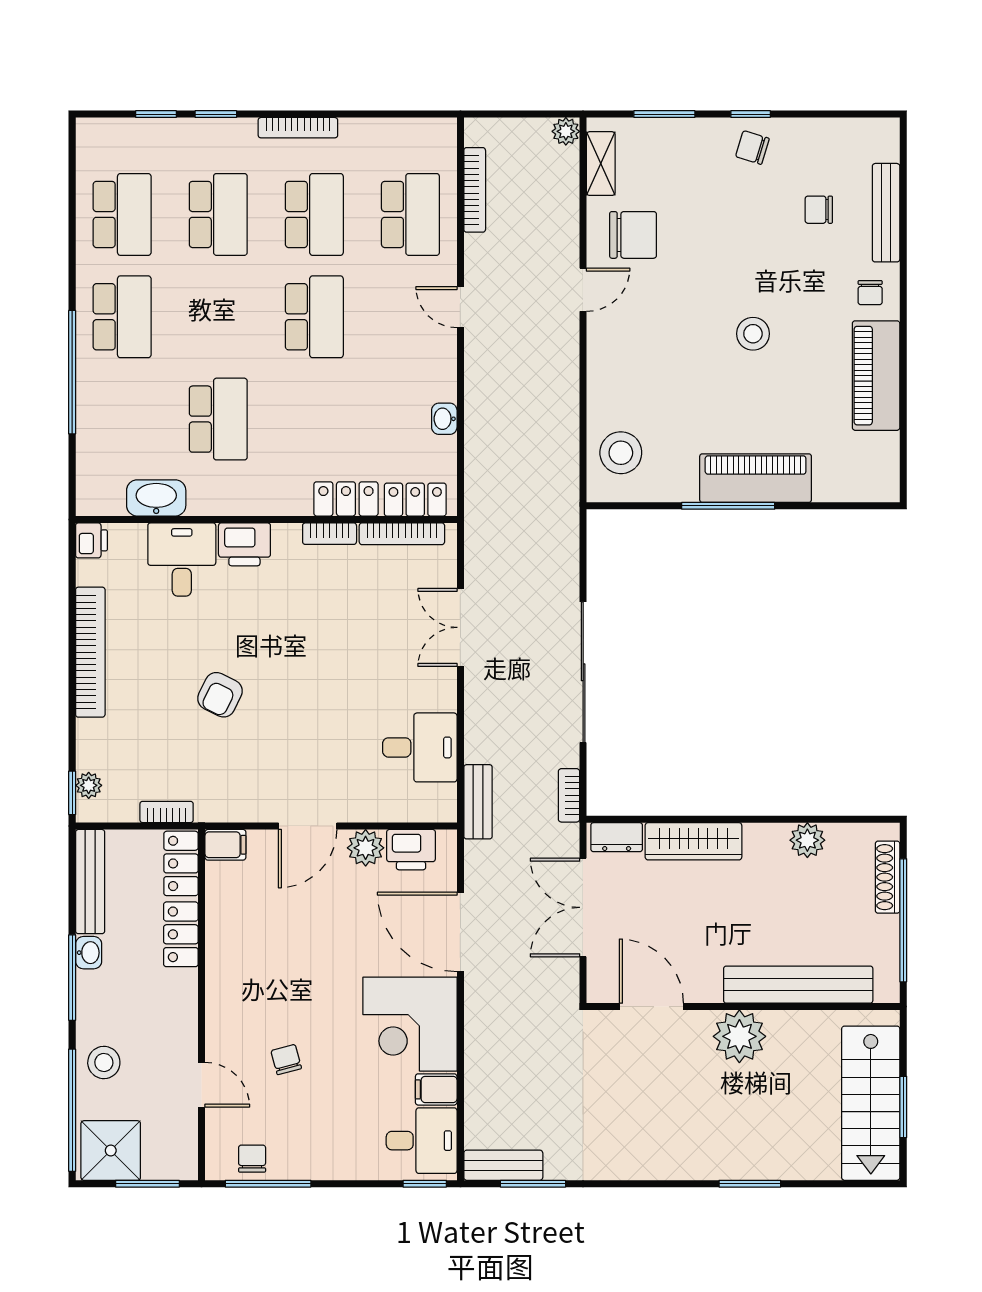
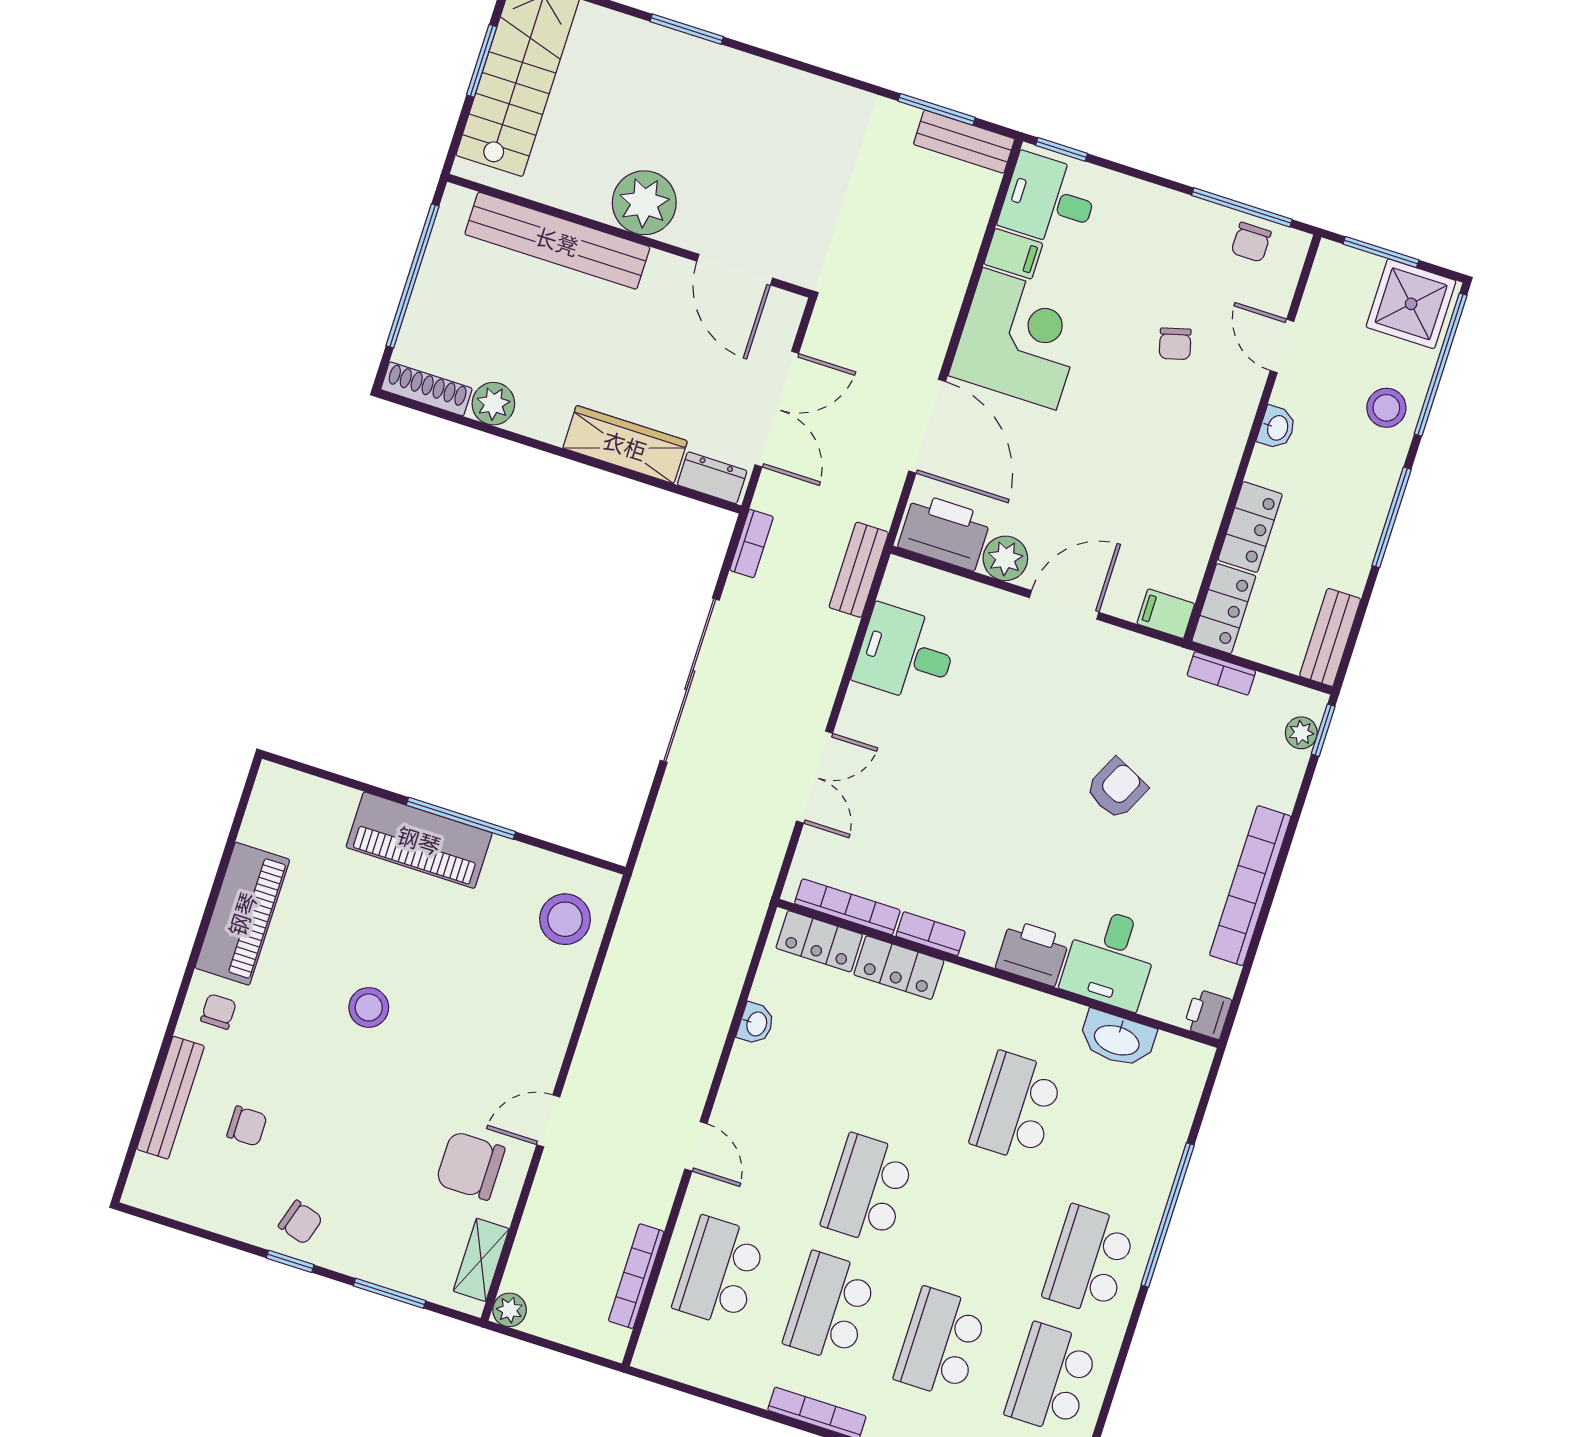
printer: (411, 850) -> (945, 532), width x1.37, depth x1.19
shoe rack: (888, 877) -> (426, 389), moved, turned -90
bench: (90, 882) -> (1330, 637), width x0.73
washbasin: (89, 953) -> (1277, 428), moved, turned 180

